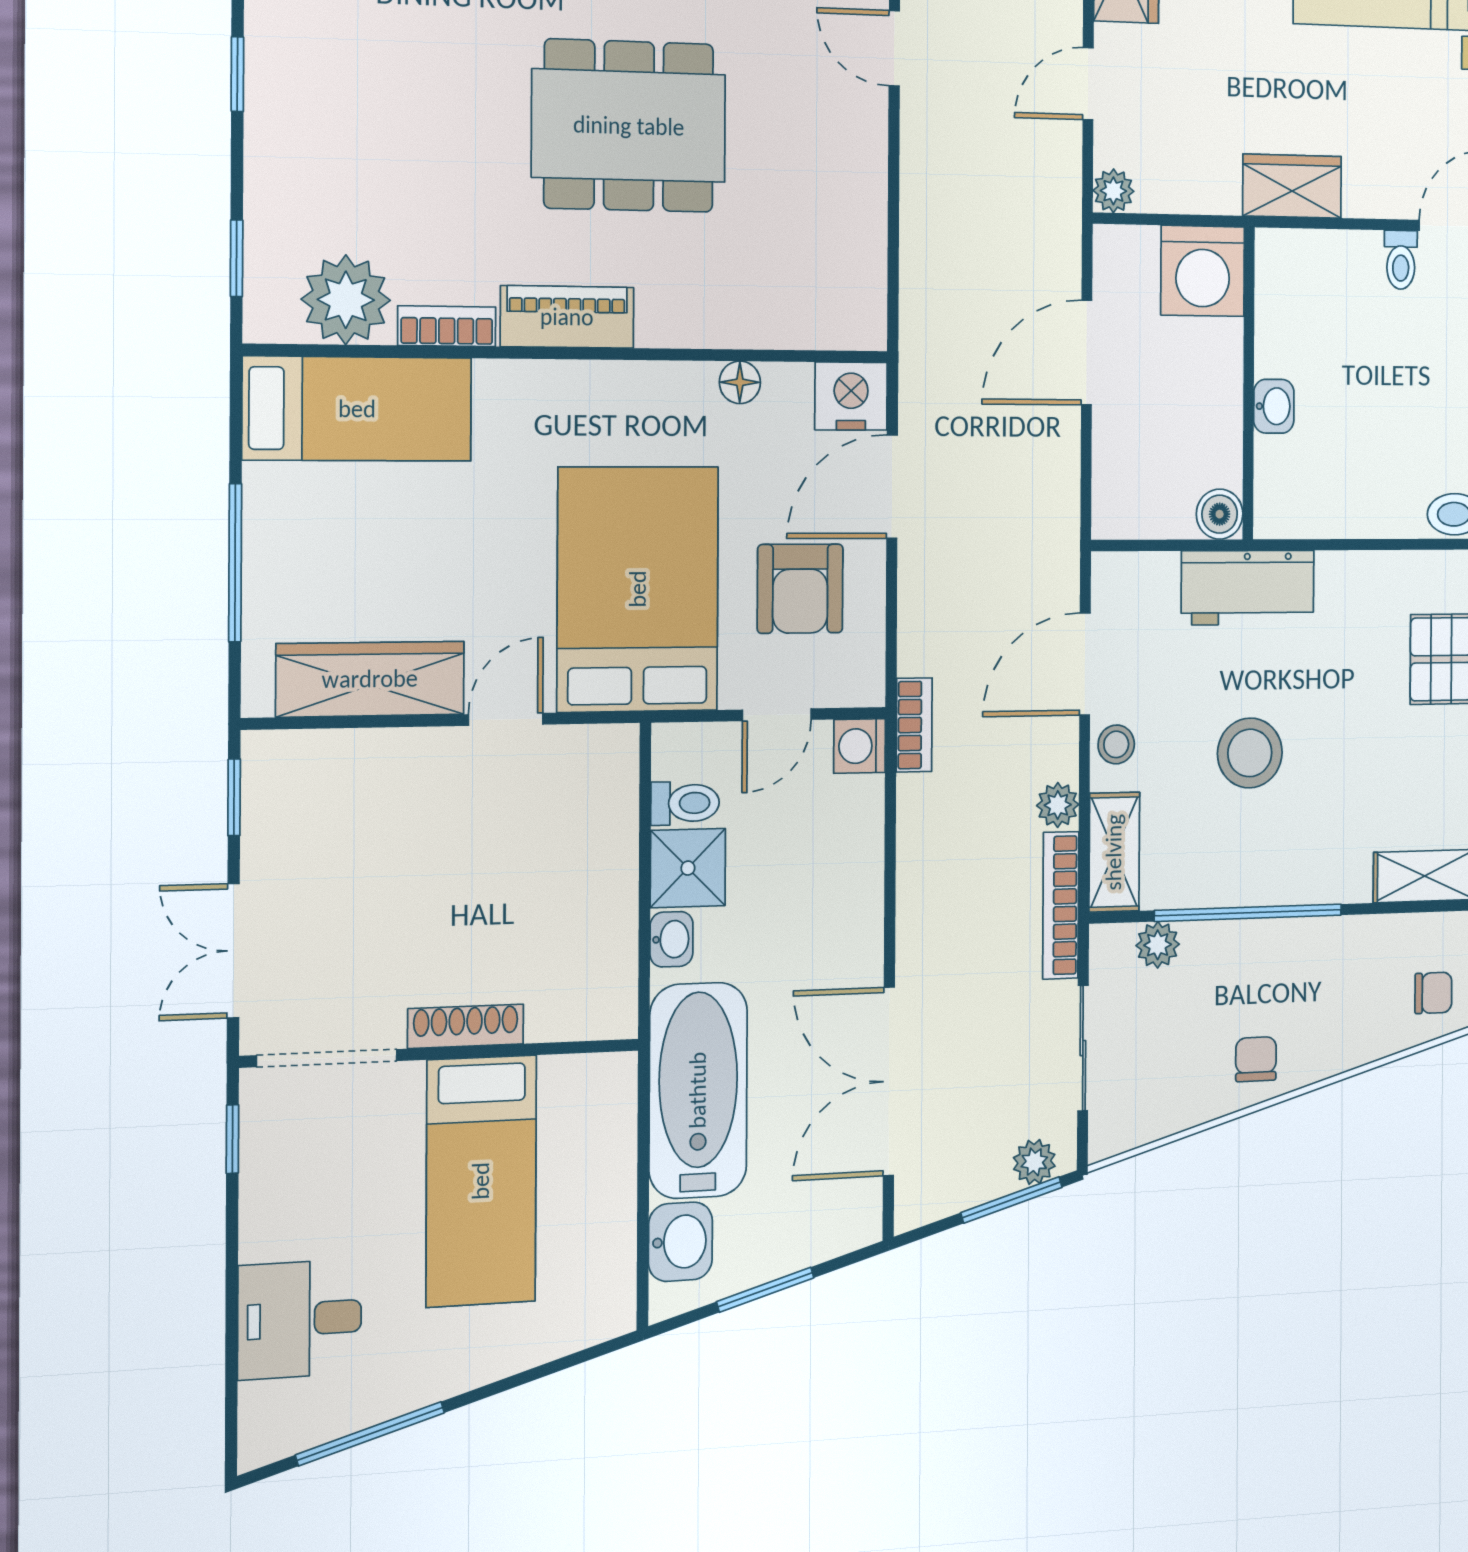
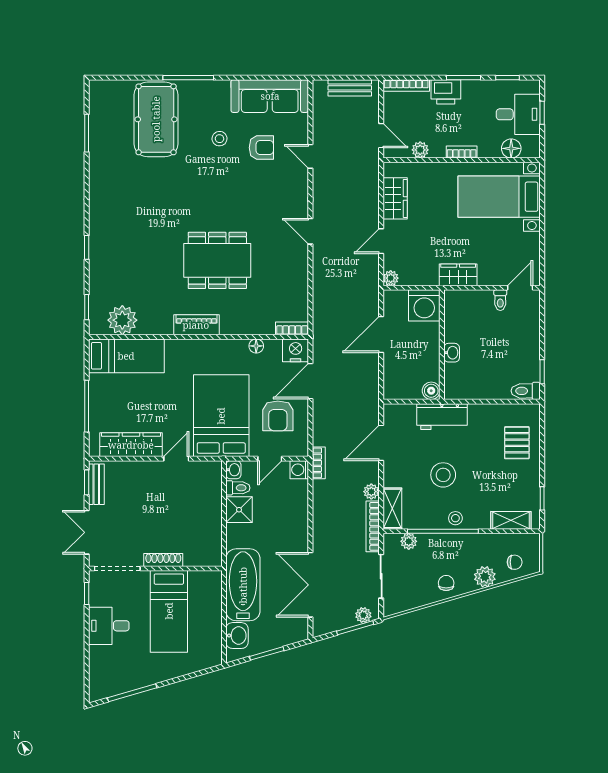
bookcase: (447, 326) -> (292, 328), moved
stool: (1116, 744) -> (455, 518), moved
bench: (264, 802) -> (96, 484), added
washbasin: (671, 939) -> (233, 470), moved
plant: (1357, 1037) -> (485, 577), added
desk: (300, 1319) -> (109, 626), moved

